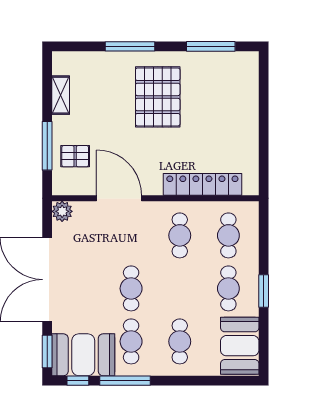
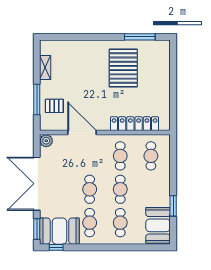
window: (130, 46) -> (89, 37), removed
pallet: (158, 97) -> (123, 68), moved
cafe table: (228, 288) -> (120, 189), moved
window: (264, 291) -> (173, 206), moved
window: (125, 381) -> (86, 247), removed

